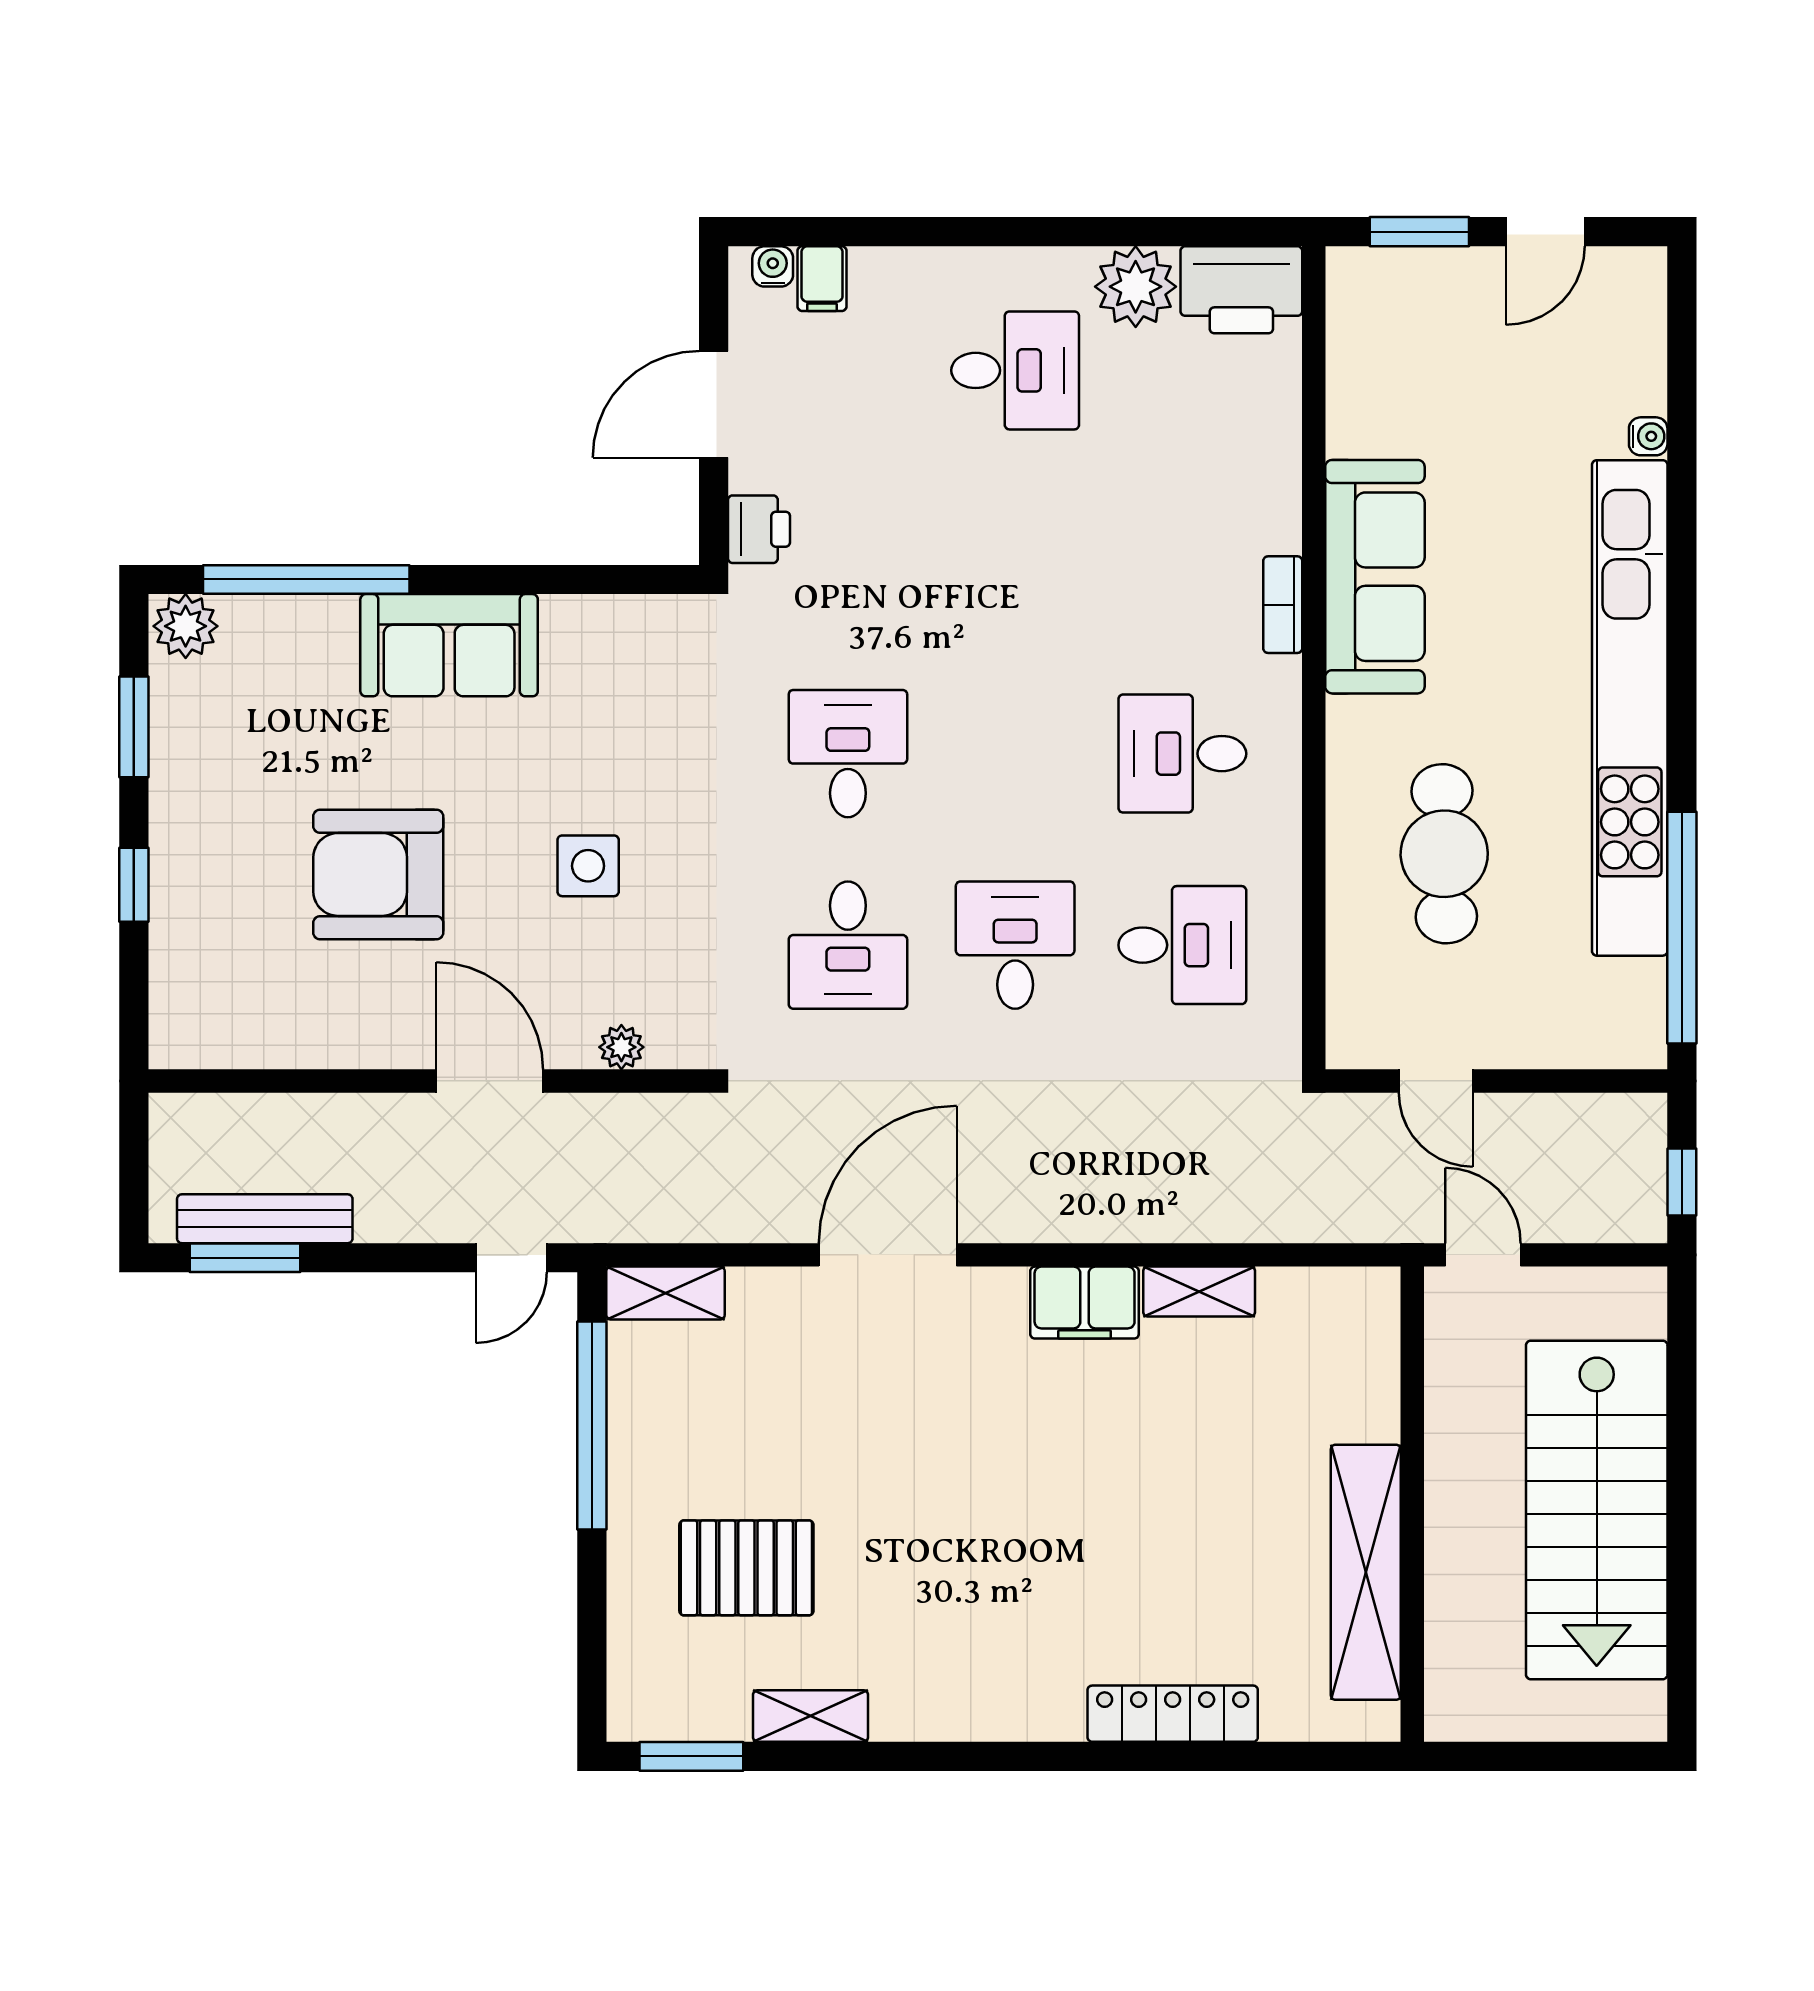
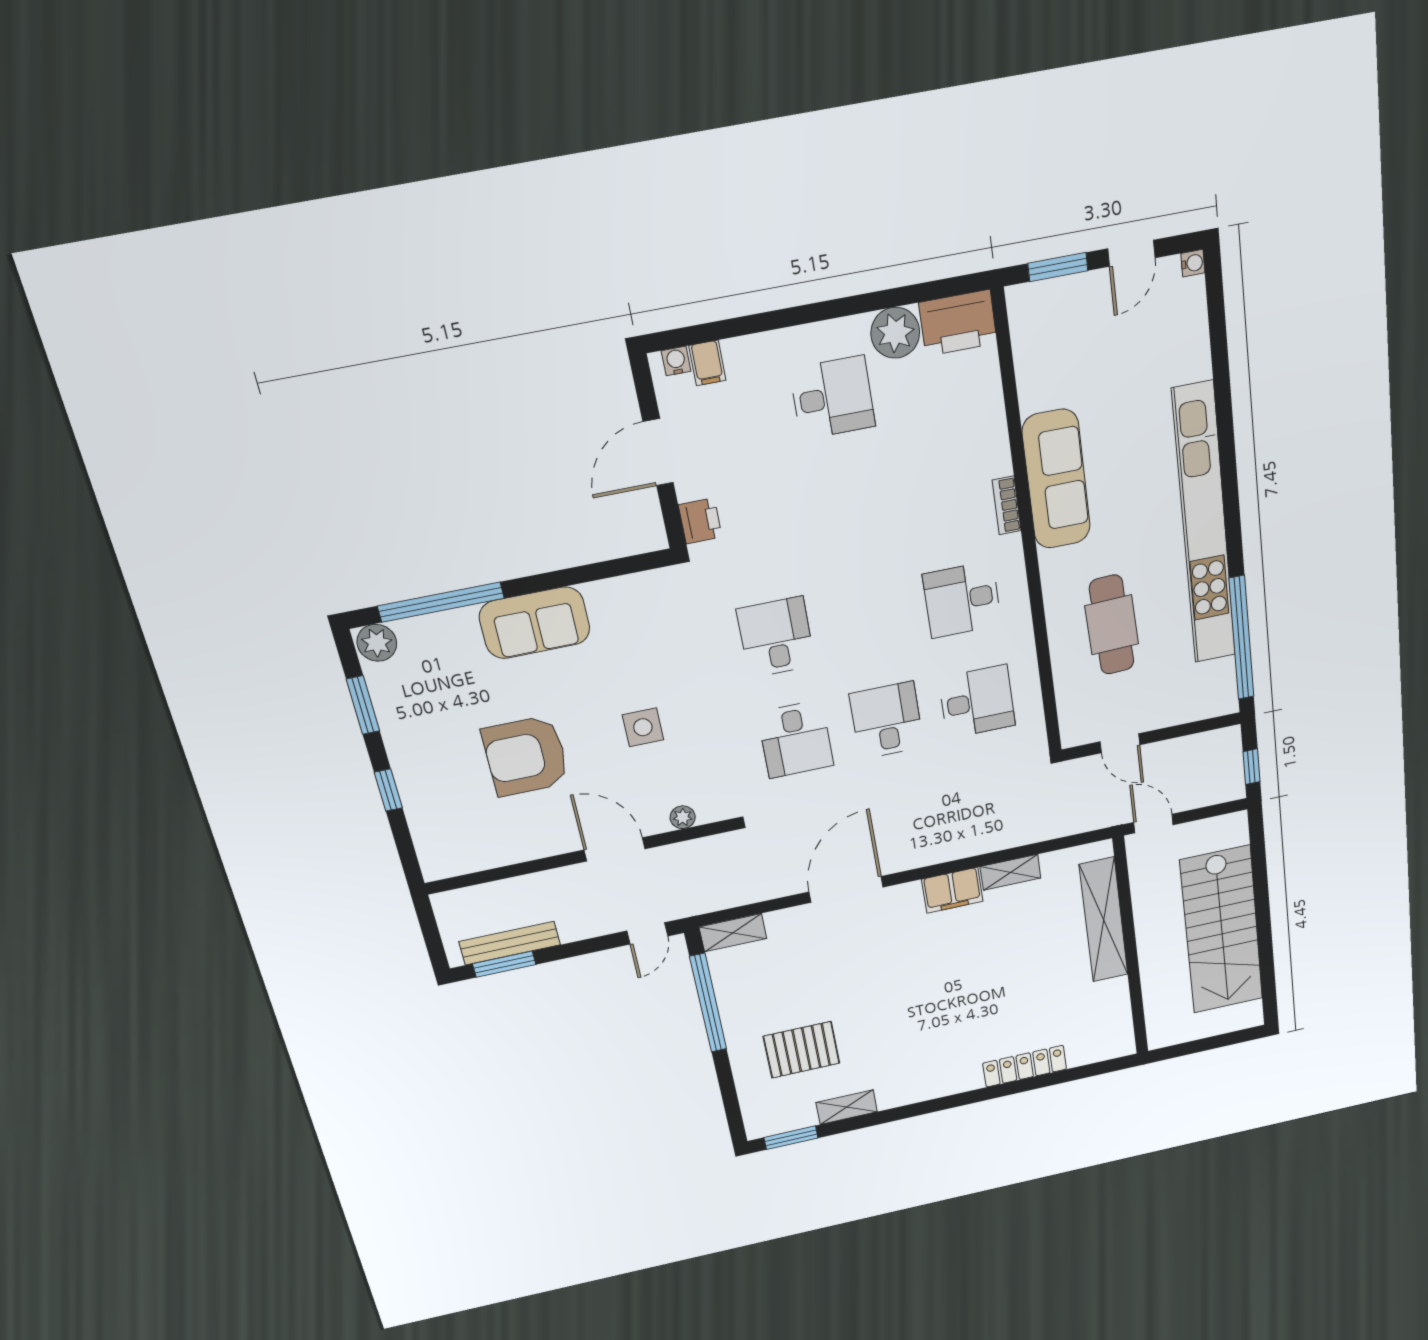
water cooler: (1648, 436) -> (1193, 263), moved
shelving: (1366, 1572) -> (1104, 920), moved

